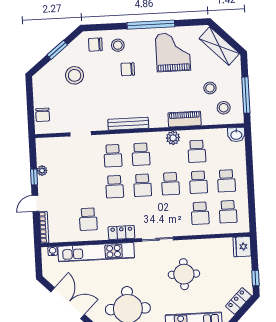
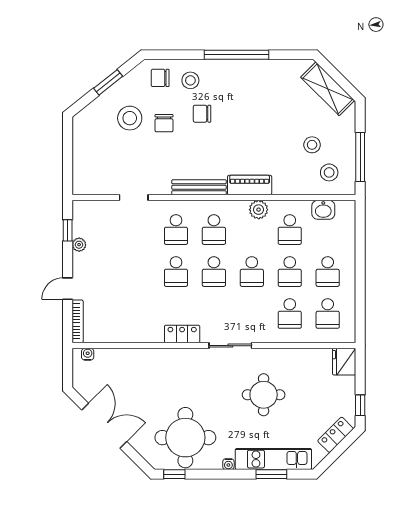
grand piano: (173, 52) -> (264, 94), removed
chair: (43, 115) -> (164, 123), moved
piano: (185, 119) -> (250, 185), moved
washbasin: (236, 135) -> (323, 210), moved
window: (34, 177) -> (68, 230), moved
school desk: (88, 219) -> (138, 314), removed
kitchen unit: (96, 252) -> (146, 359), removed

